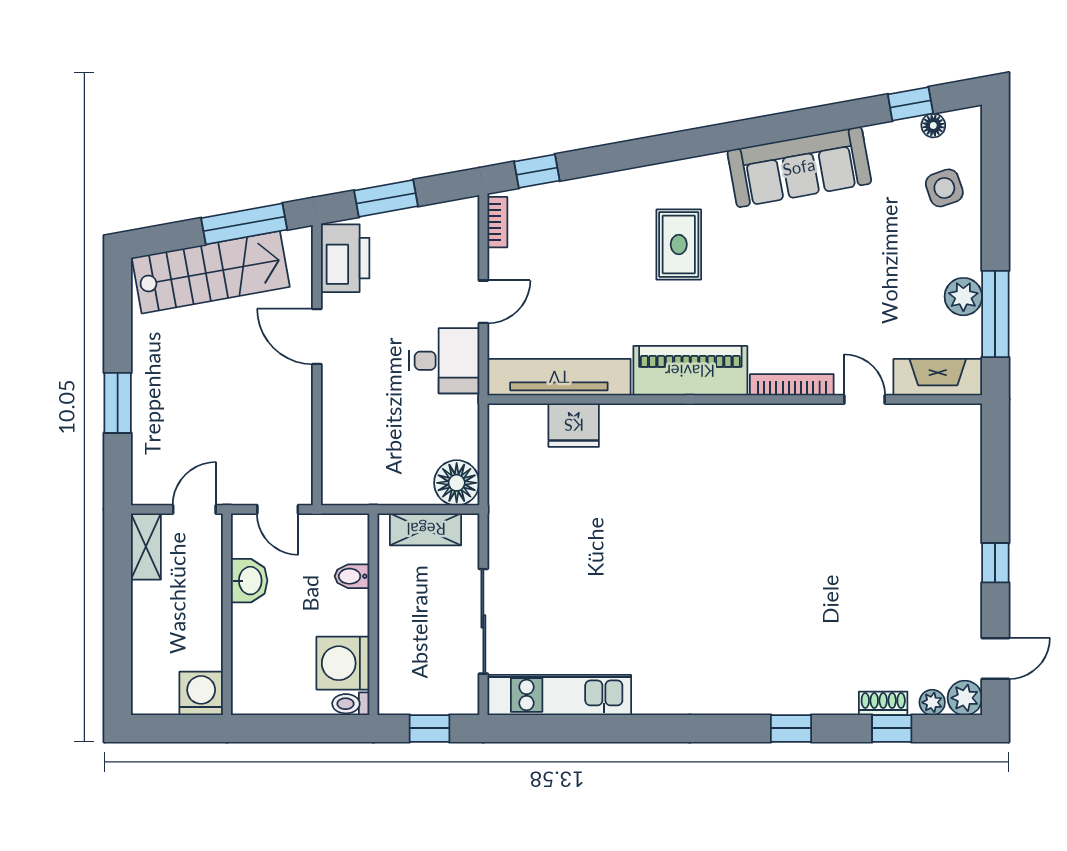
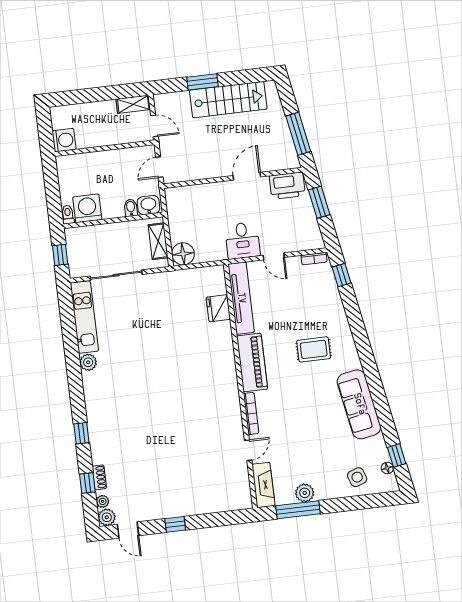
stairs: (211, 272) -> (228, 100), moved, turned -80
washbasin: (249, 581) -> (148, 205), moved, turned 180
plant: (651, 698) -> (88, 362), added

